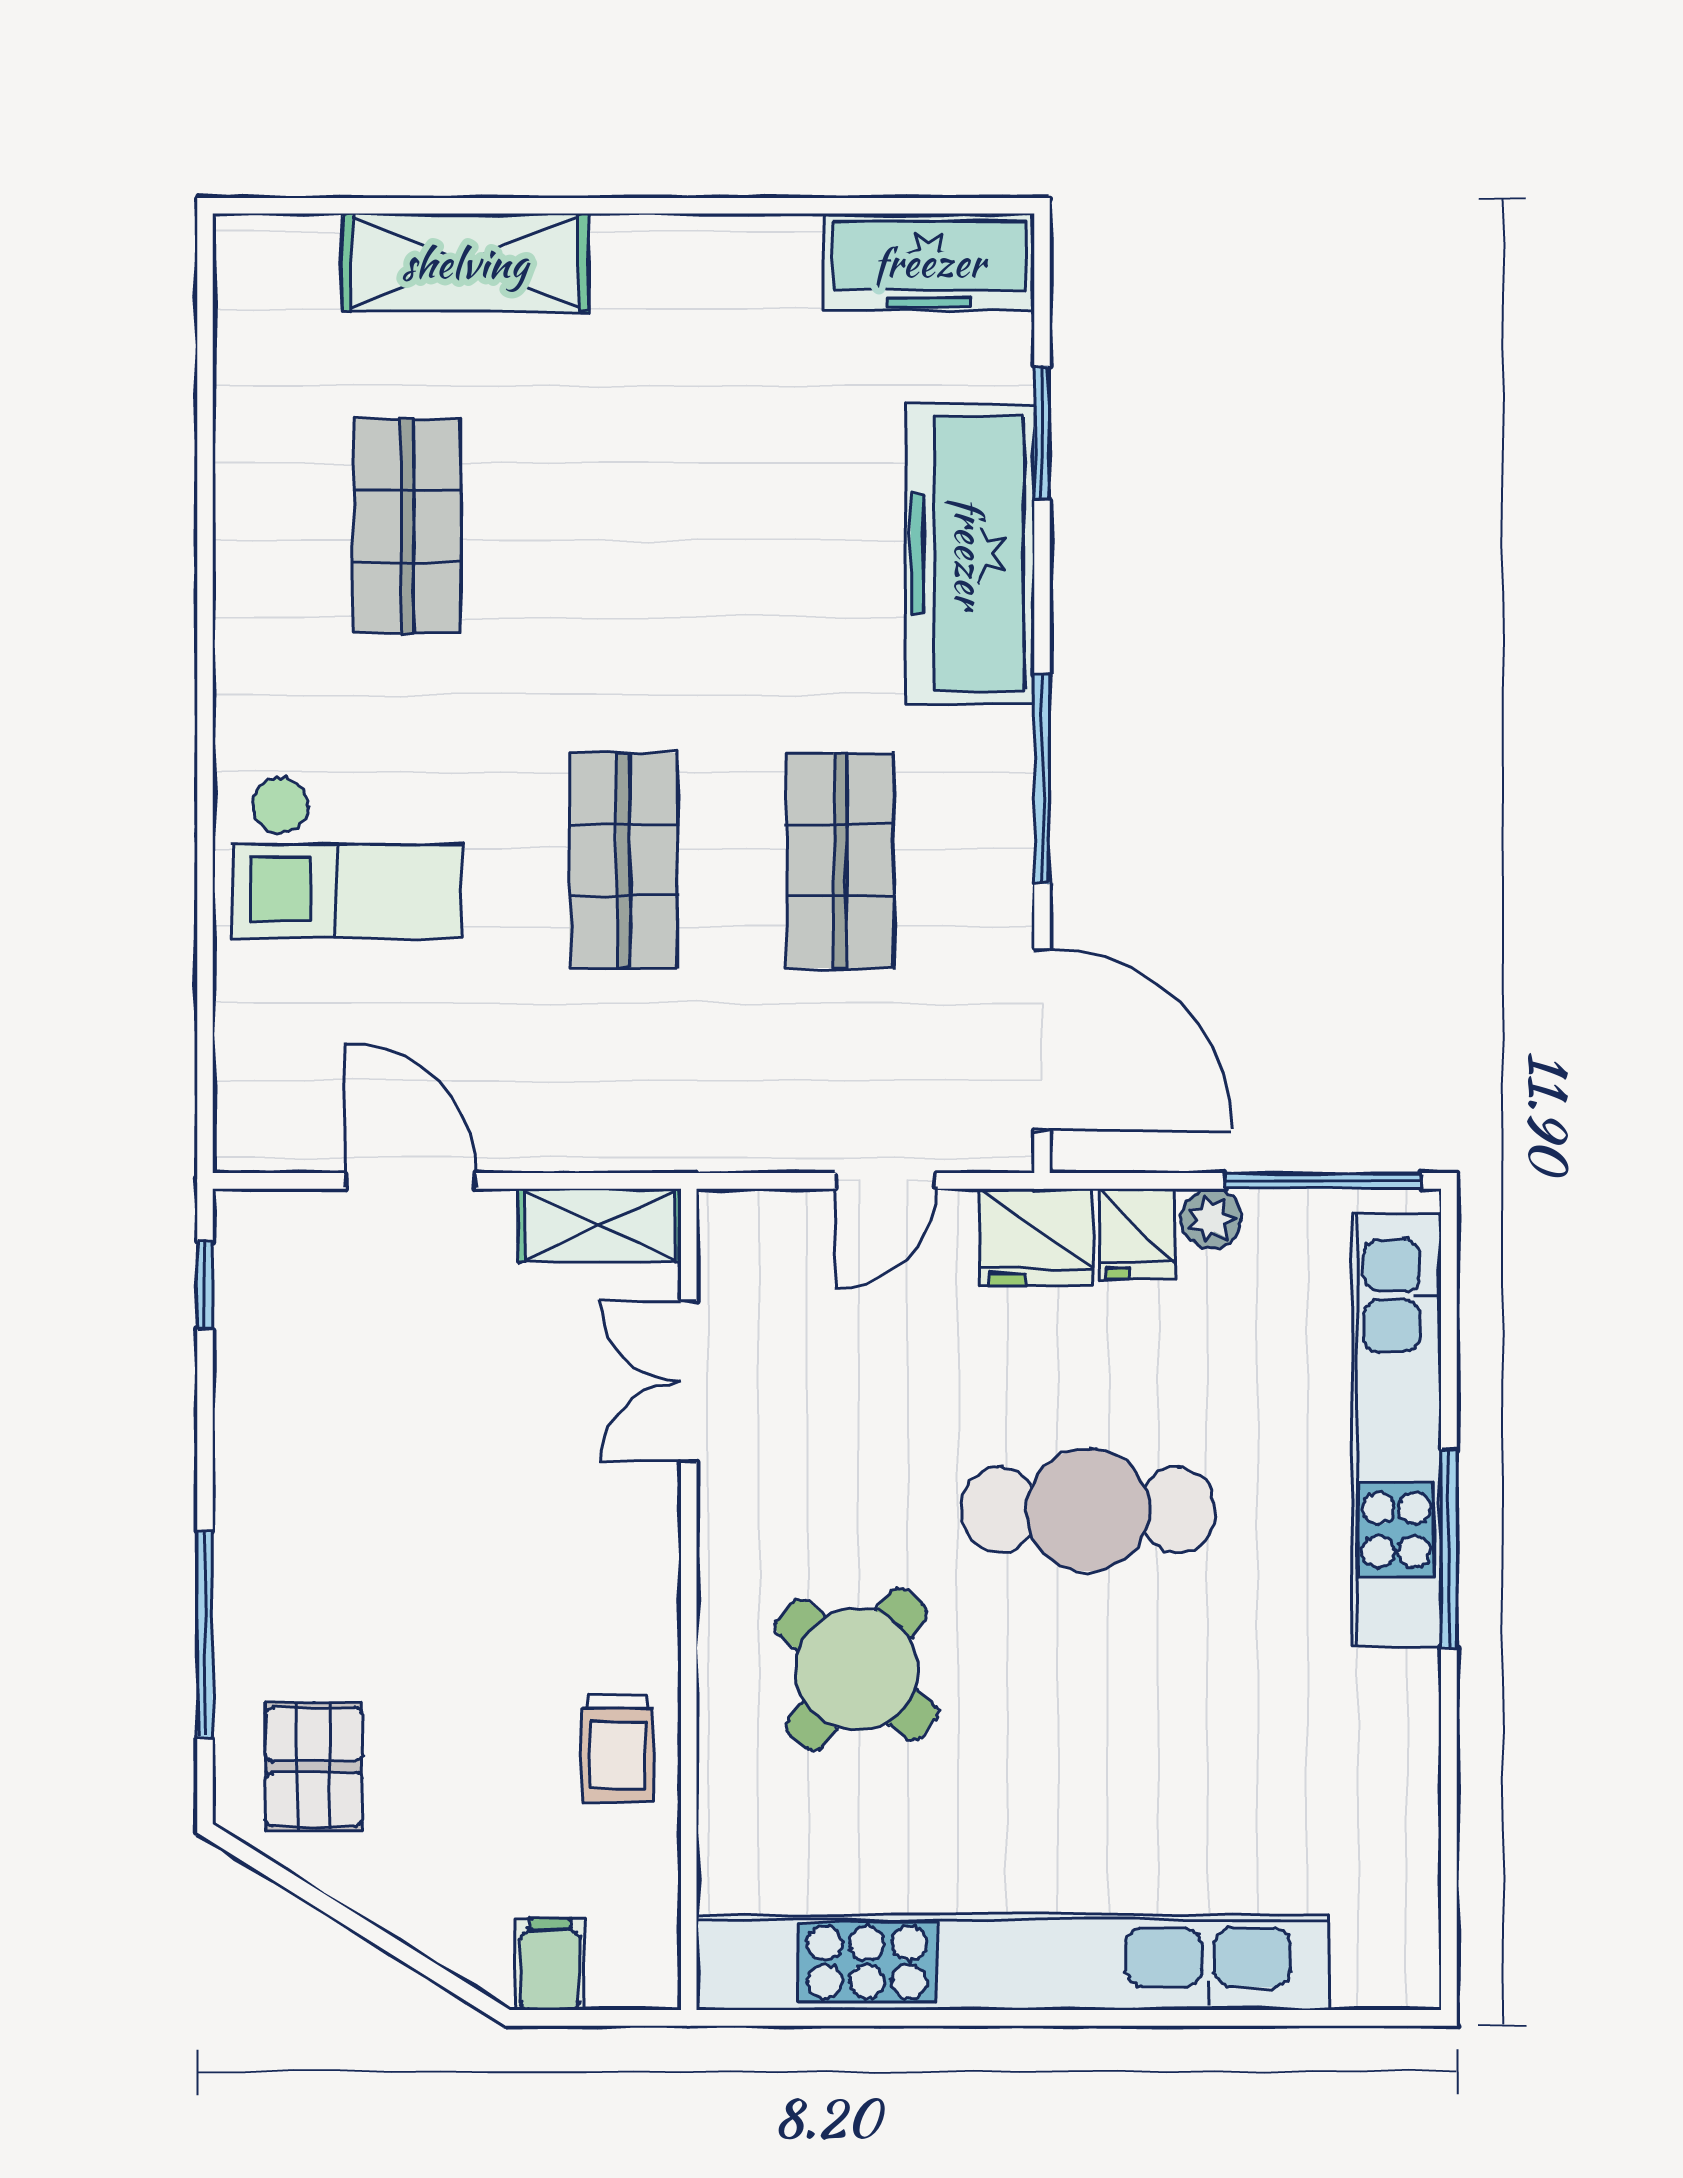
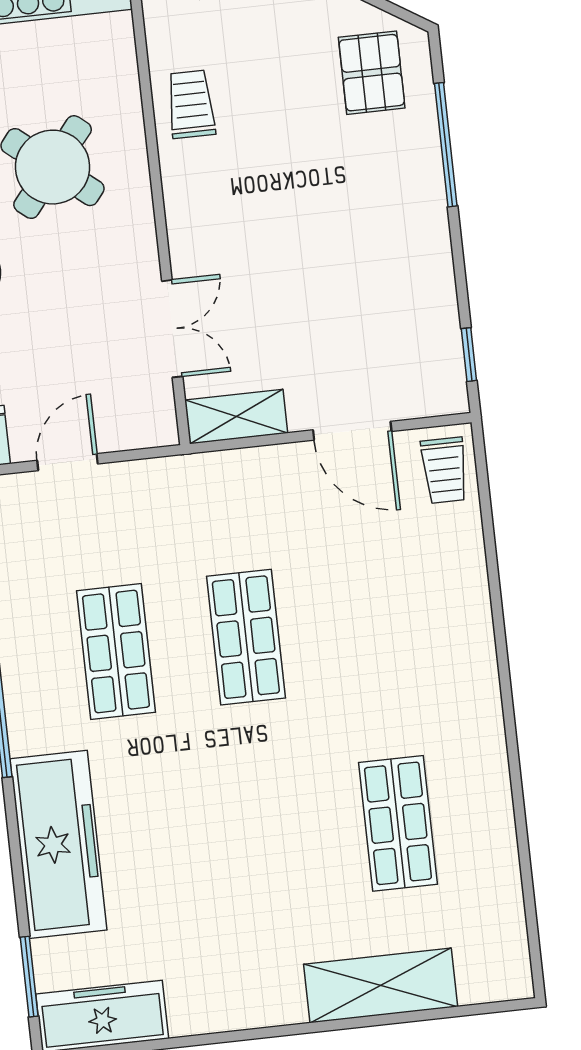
window: (1042, 433) -> (29, 977), moved
checkout: (347, 857) -> (412, 621), removed
trolley: (266, 1099) -> (444, 470), added

